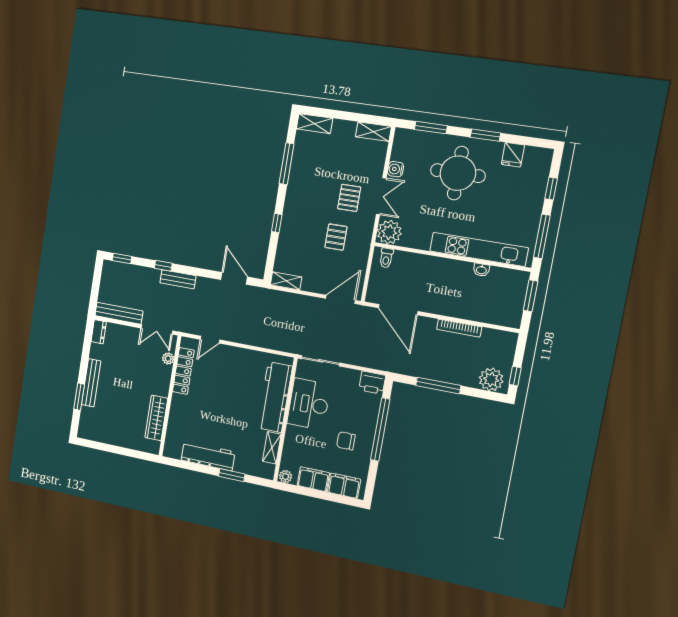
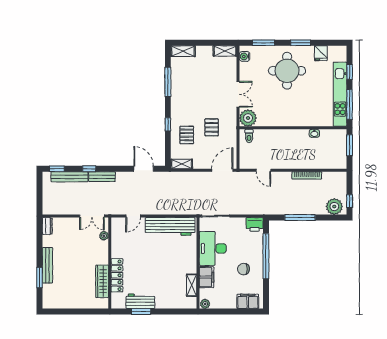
water cooler: (395, 169) -> (245, 56), moved
pallet: (349, 198) -> (187, 135), moved
kitchen unit: (479, 249) -> (340, 94), moved, turned -90
door: (398, 310) -> (263, 170), width x0.53
bench: (119, 313) -> (69, 177), moved
locker: (183, 371) -> (117, 275), moved
workbench: (275, 397) -> (170, 226), moved, turned -90
workbench: (208, 456) -> (140, 301), width x0.73
window: (232, 475) -> (141, 311), moved
filing cabinet: (313, 479) -> (207, 277), moved, turned 90

